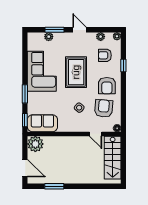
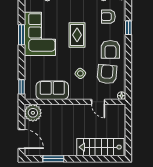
rug: (76, 72) -> (77, 35), width x0.73, depth x0.70
window: (25, 94) -> (21, 35), moved
sofa: (42, 123) -> (52, 90), moved
stairs: (113, 158) -> (100, 147), moved, turned 90

